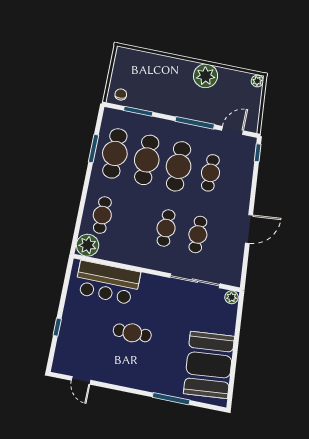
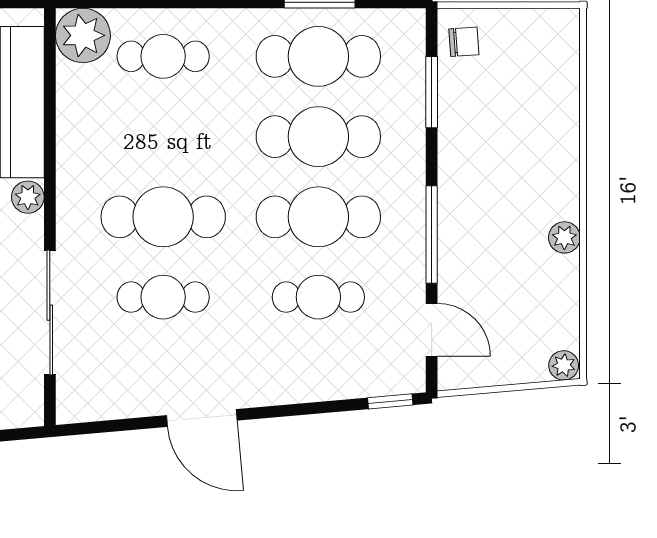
plant: (206, 76) -> (564, 237), width x0.53, depth x0.53
cafe table: (166, 228) -> (163, 217), width x1.37, depth x1.35
plant: (232, 297) -> (28, 197), moved

